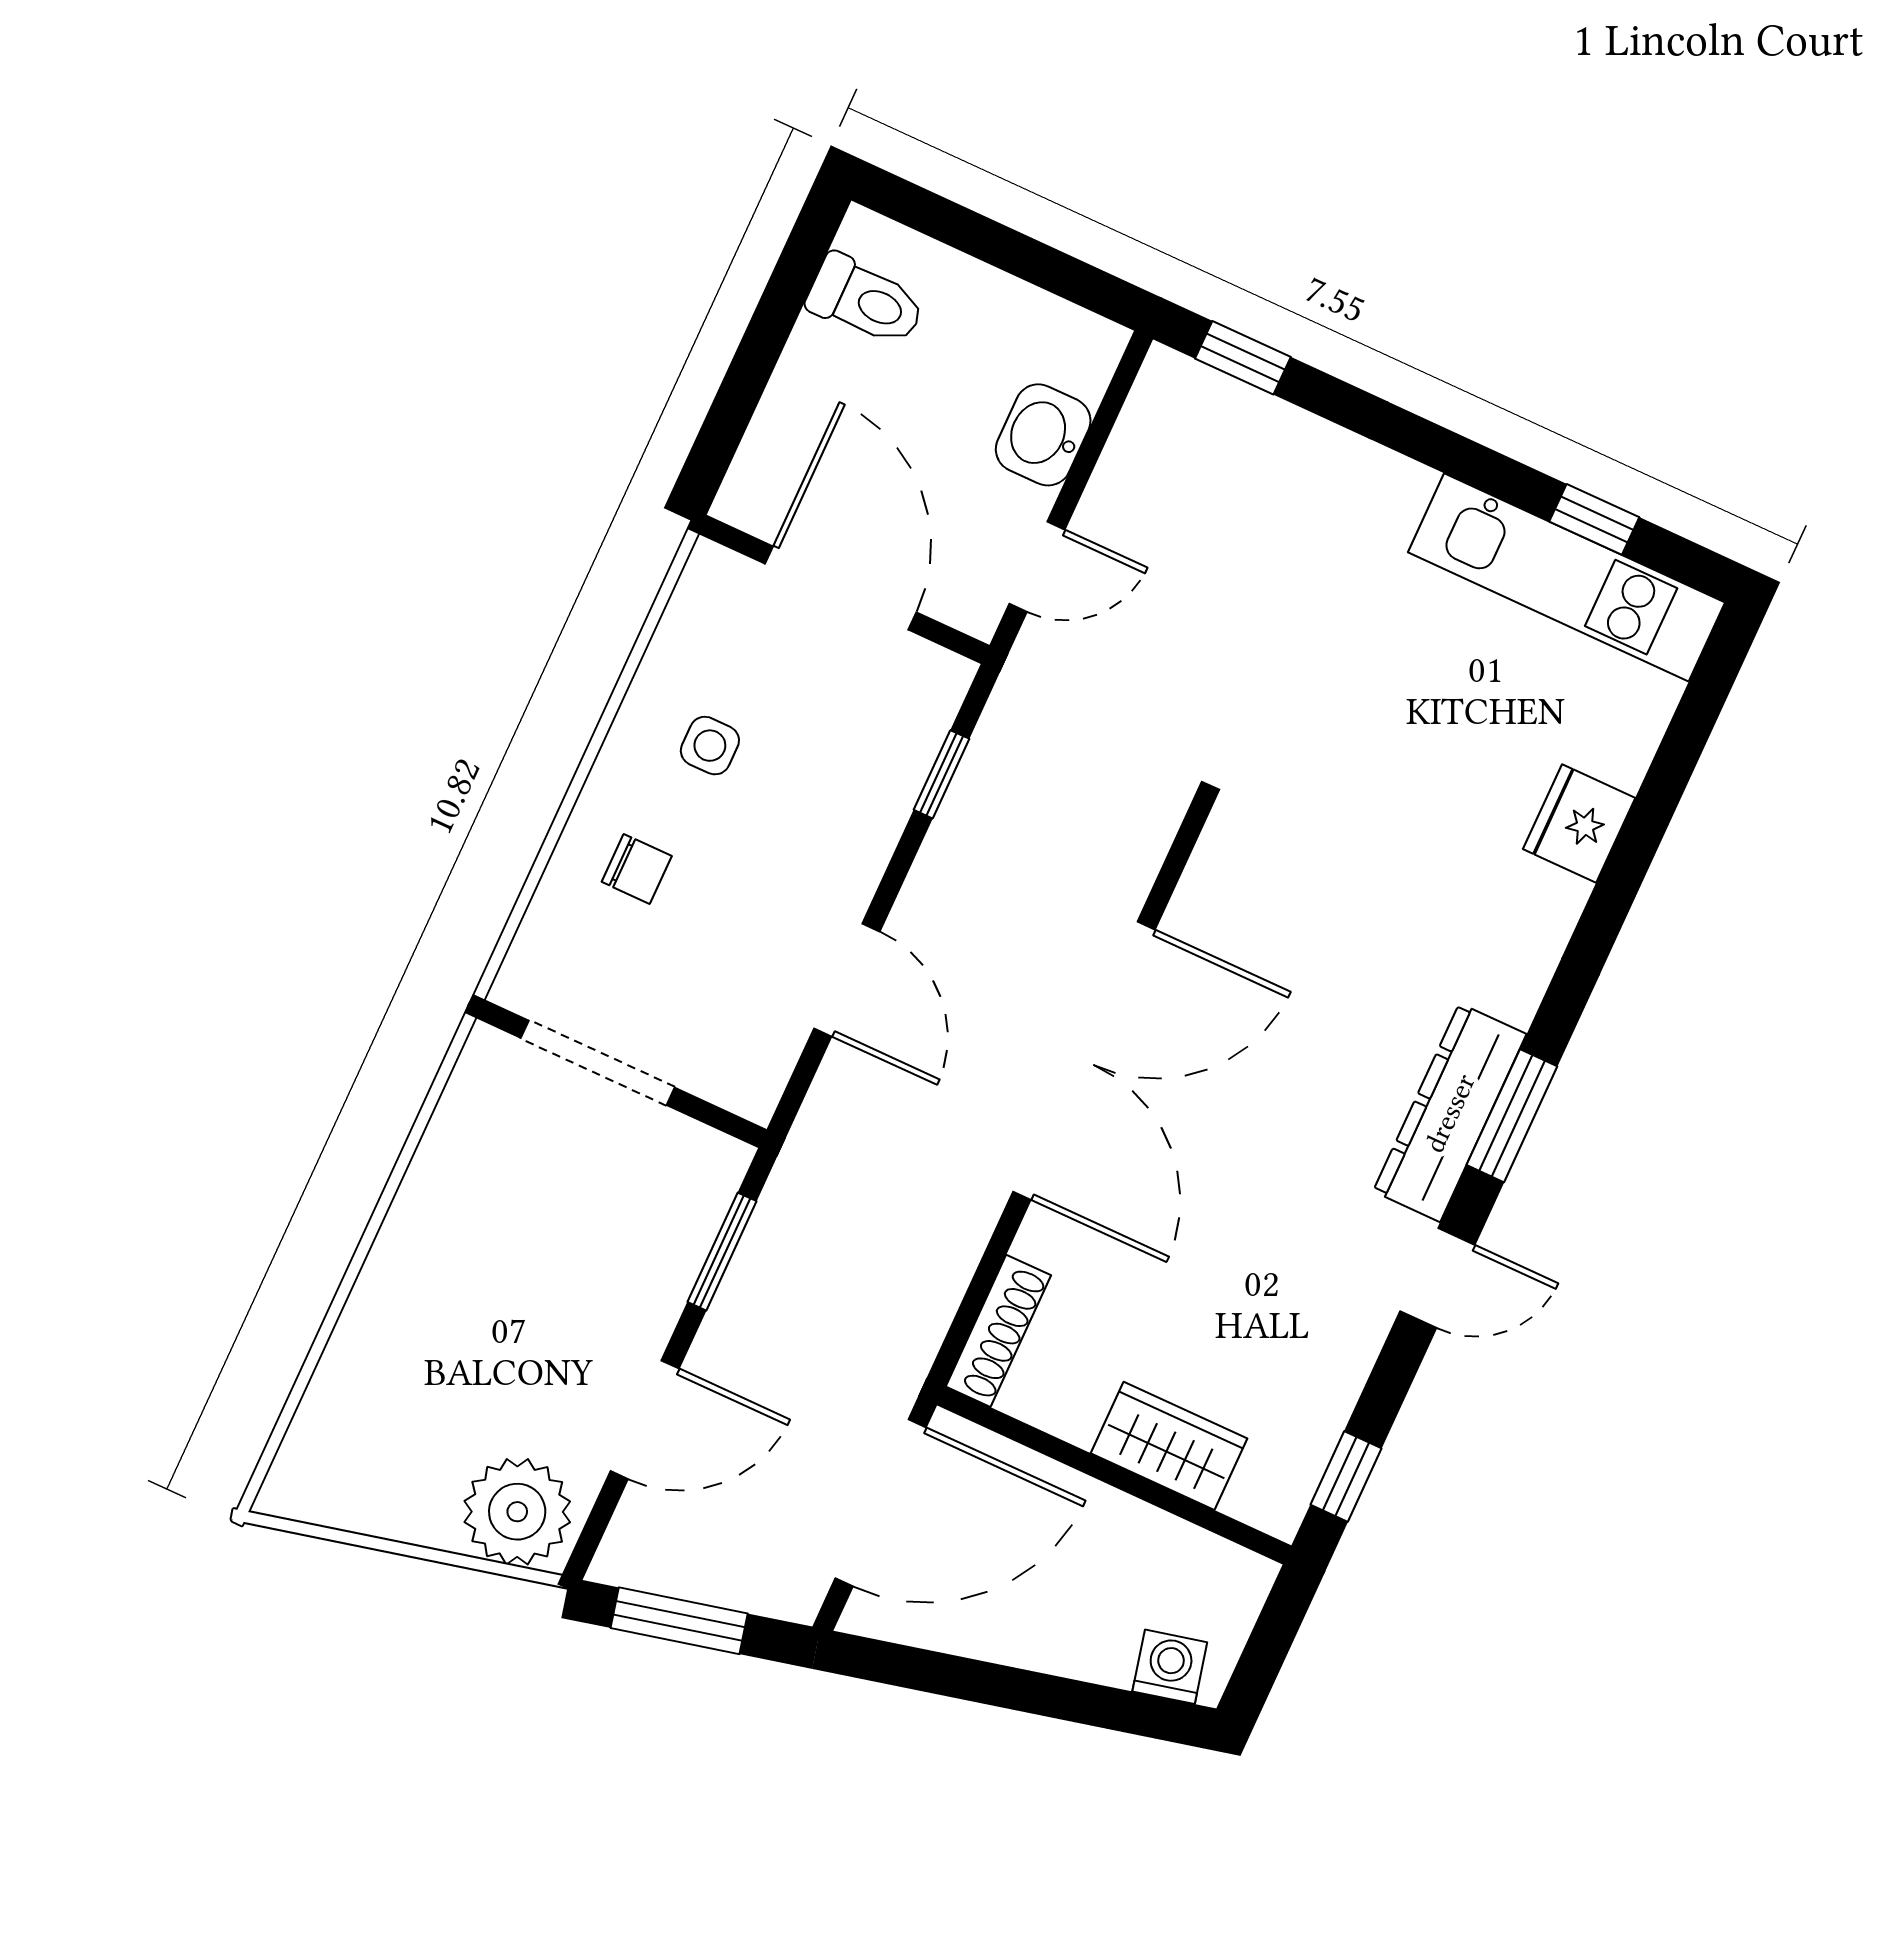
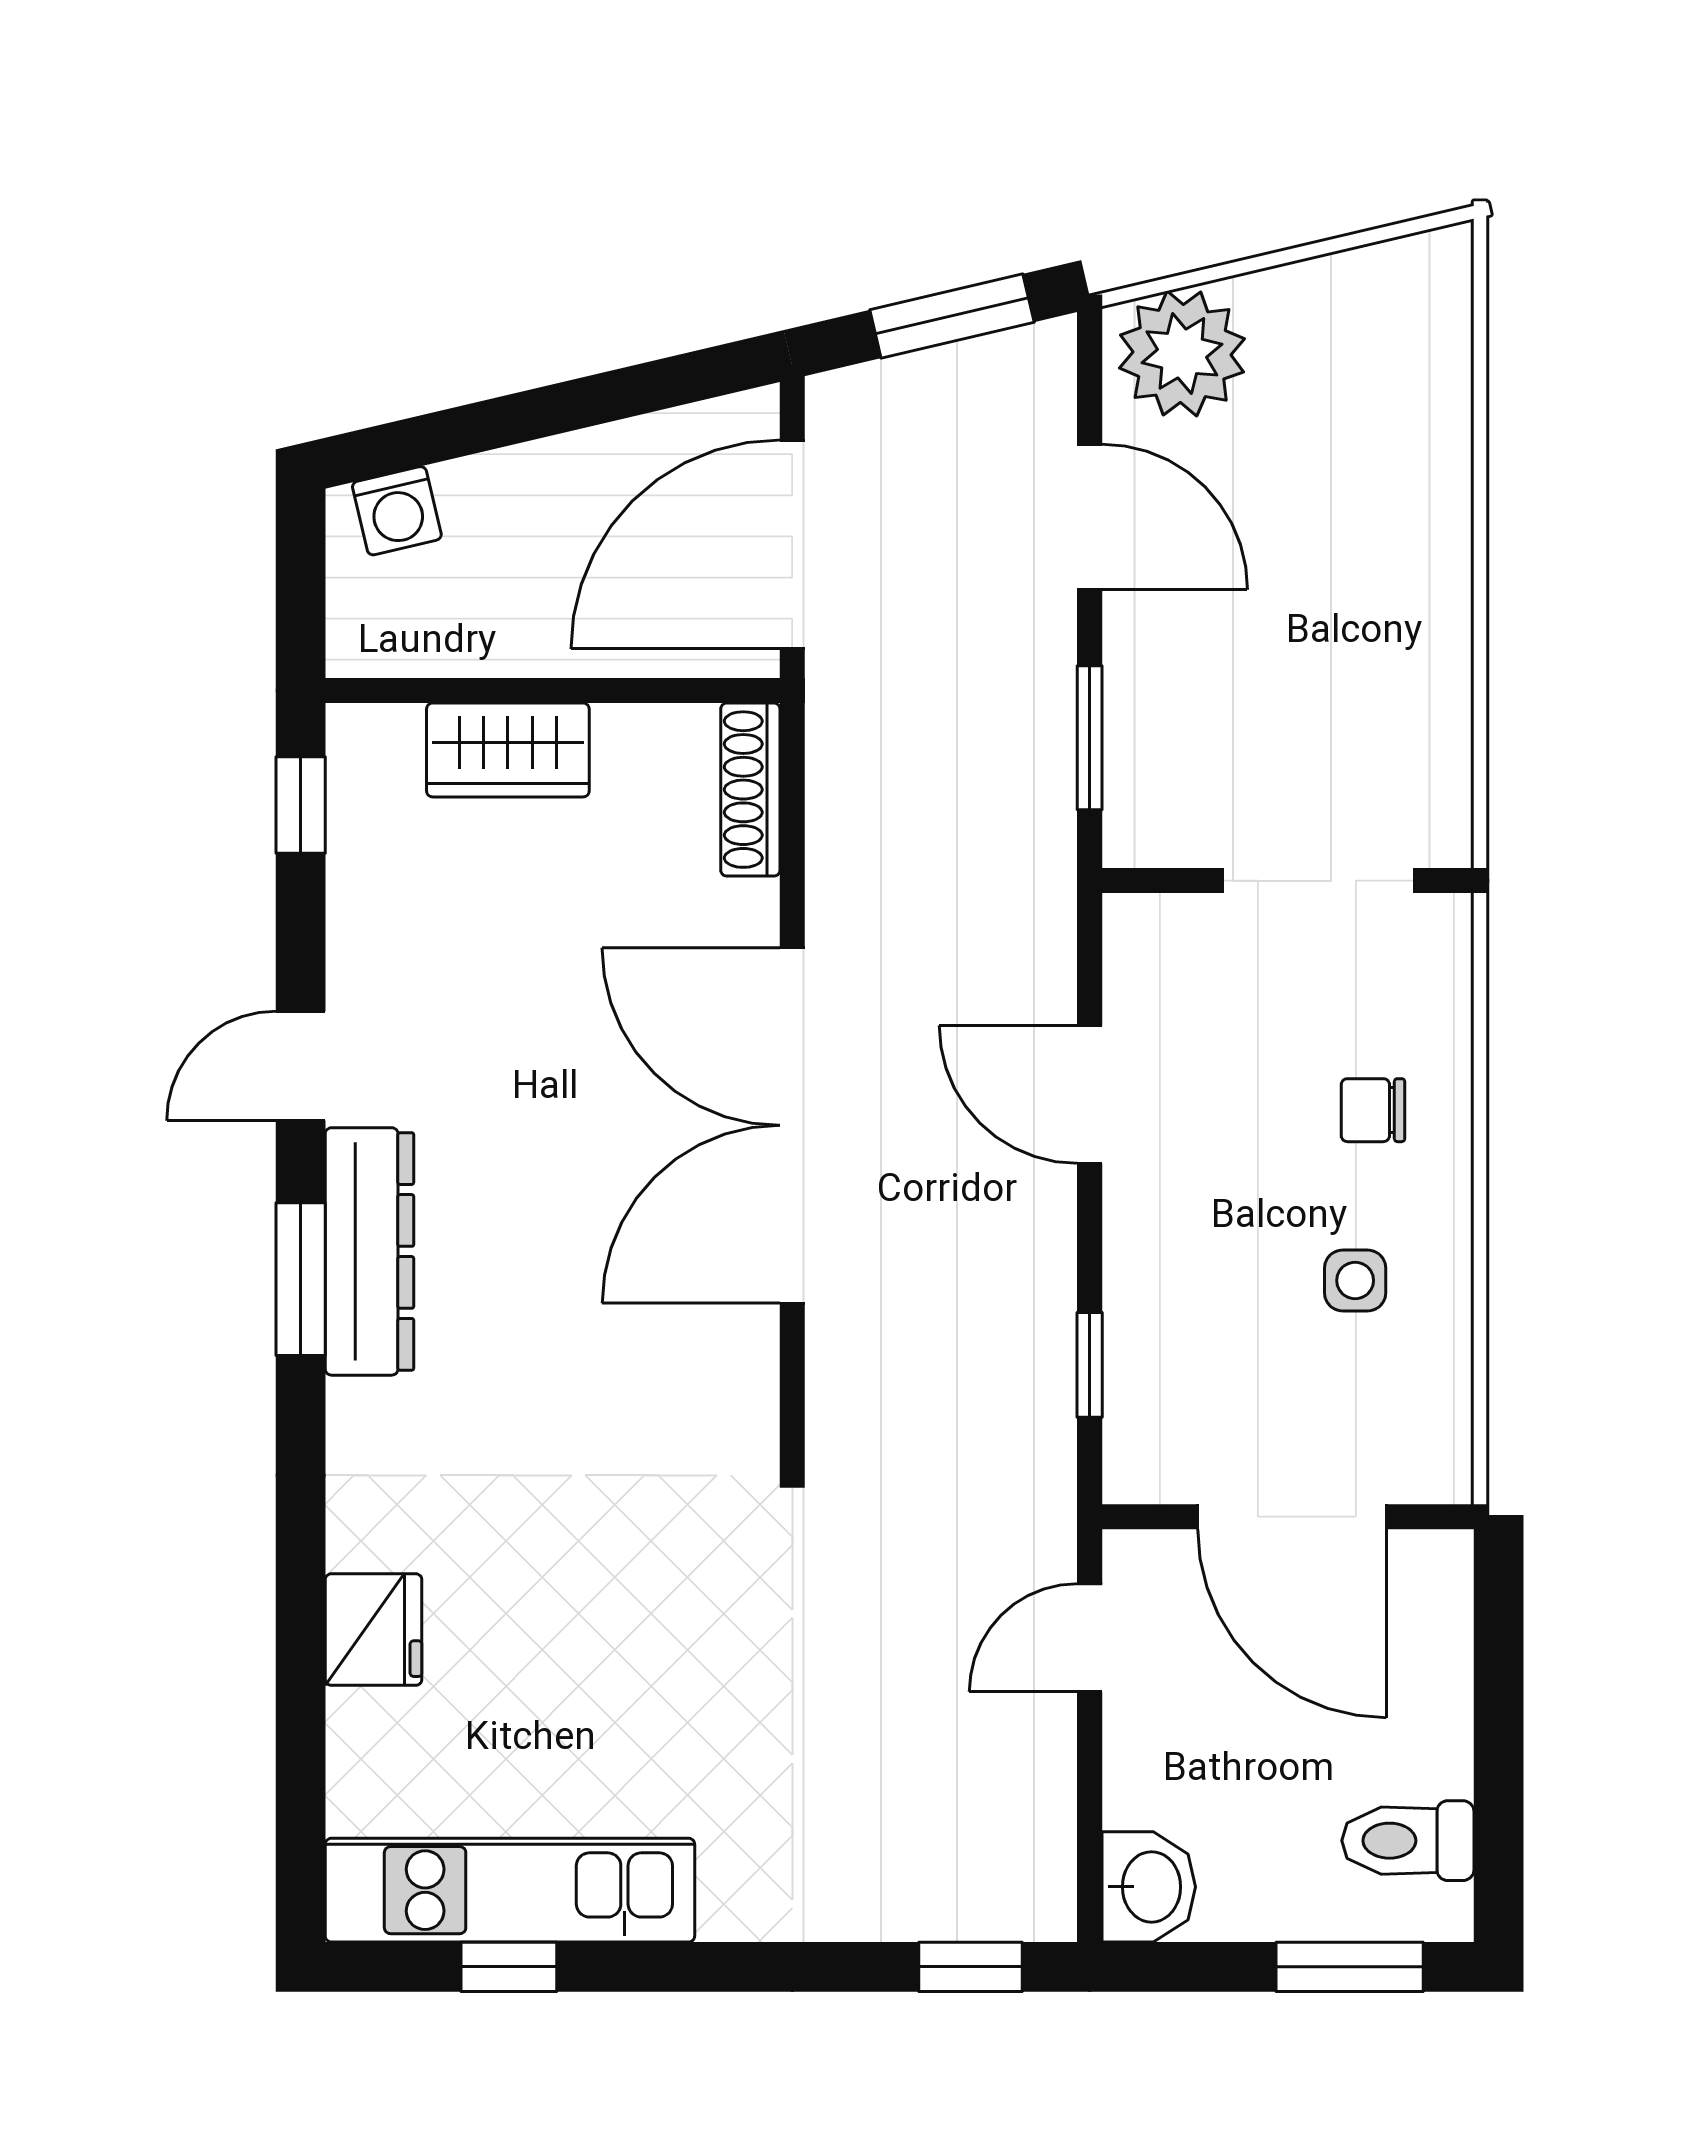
window: (954, 225) -> (1350, 1967), added
washbasin: (1043, 435) -> (1149, 1887), moved
door: (645, 1420) -> (1090, 517), swing flipped

